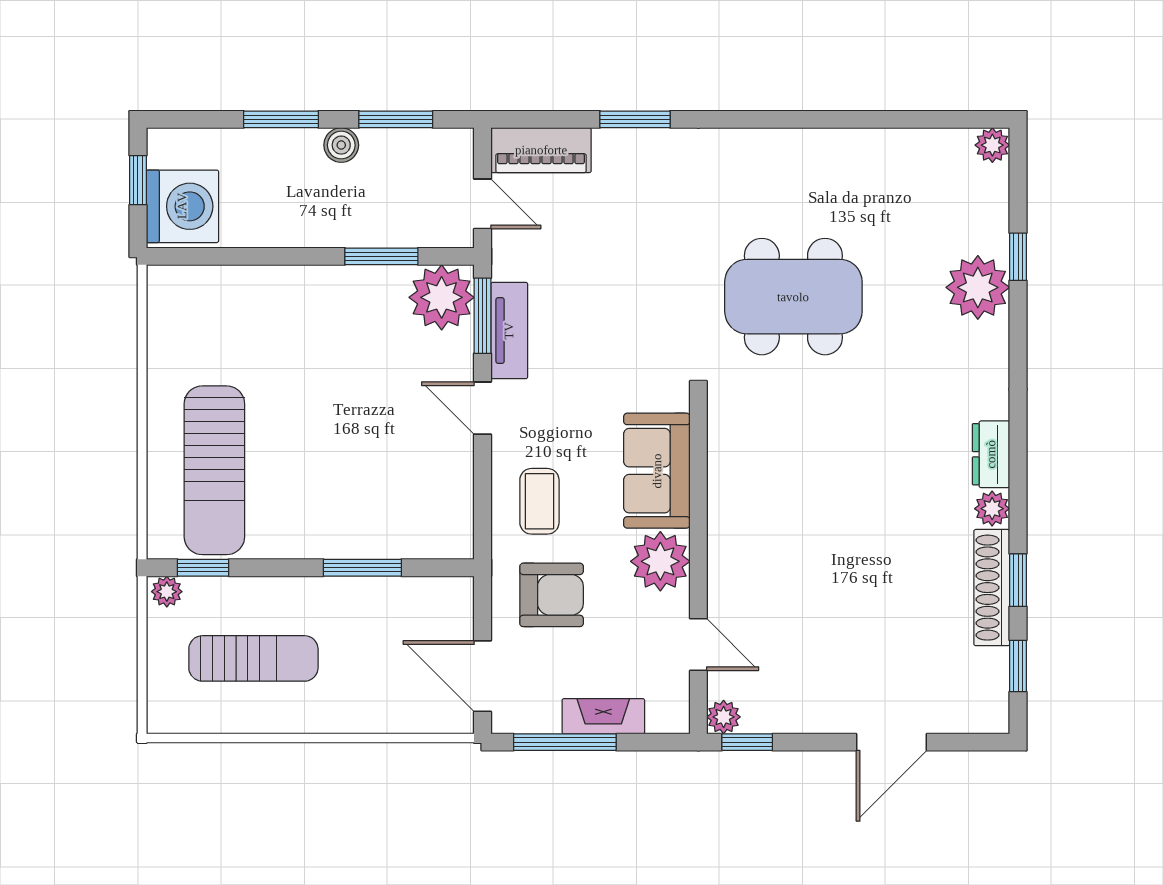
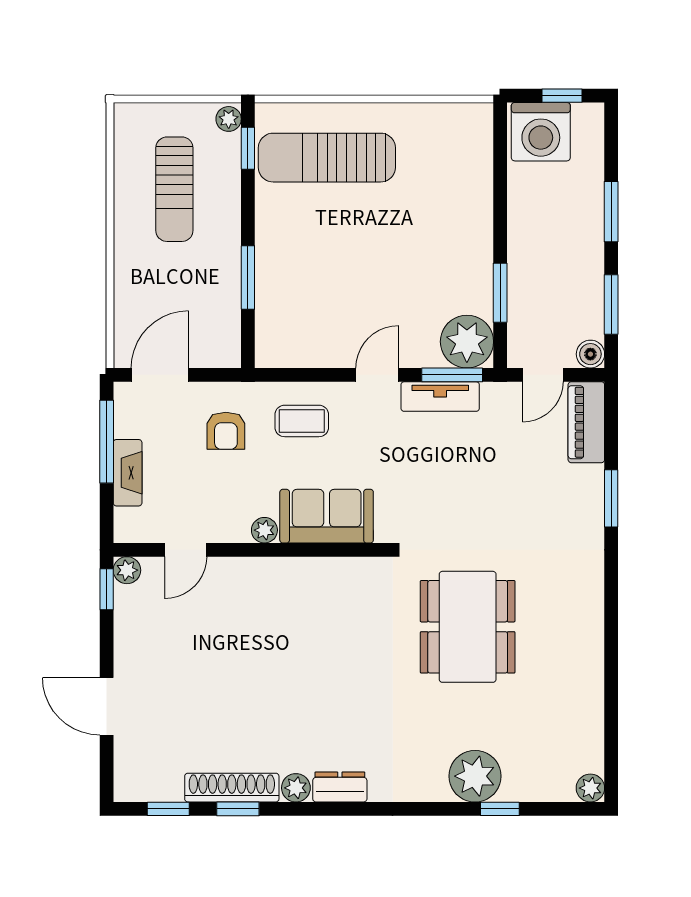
boiler: (341, 145) -> (590, 354), moved
plant: (660, 561) -> (264, 530), width x0.53, depth x0.53
armchair: (552, 595) -> (226, 431), width x0.72, depth x0.72

